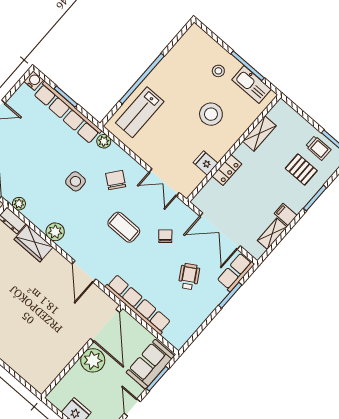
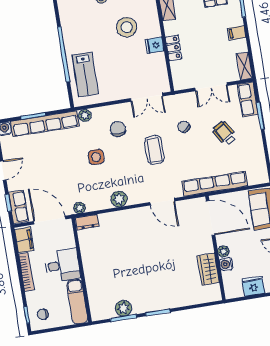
fridge: (206, 163) -> (155, 45), moved
chair: (116, 180) -> (118, 129), turned 52
coffee table: (124, 227) -> (154, 150), turned 90
double door: (220, 231) -> (211, 87), width x0.73
shelving: (272, 234) -> (244, 66), moved
wardrobe: (33, 243) -> (208, 269), moved, turned 90
plant: (93, 360) -> (223, 251), width x0.53, depth x0.53
water cooler: (76, 373) -> (226, 264), added

